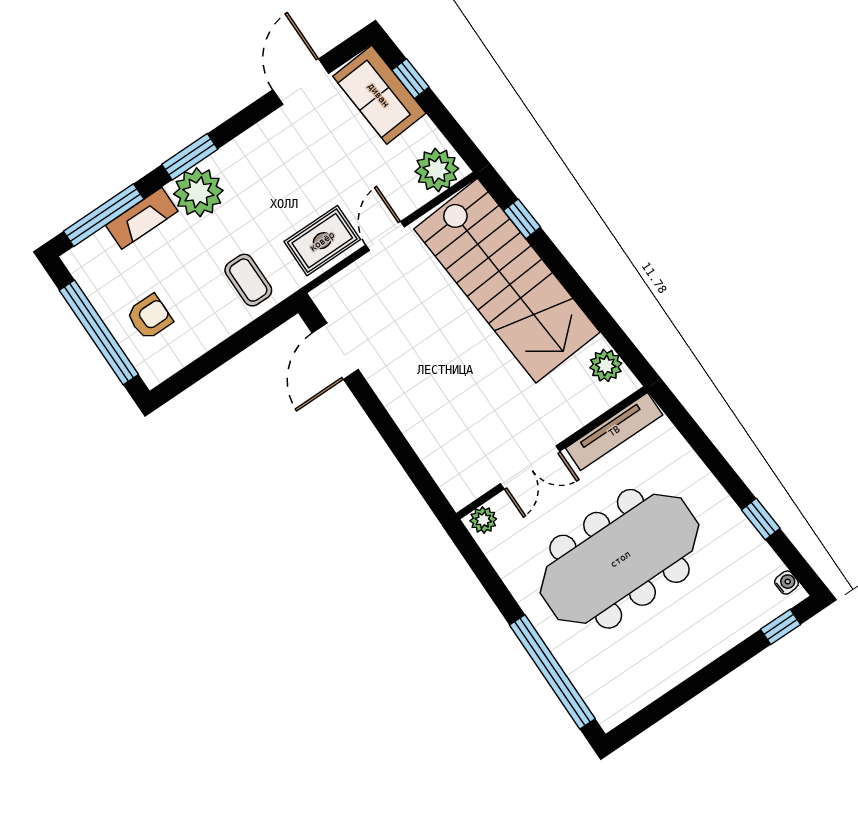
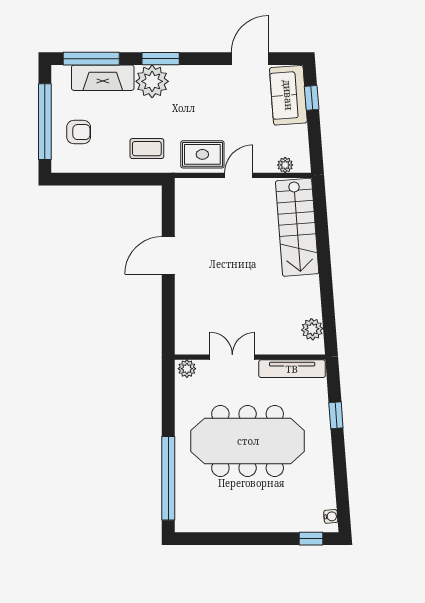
plant: (437, 170) -> (285, 165), width x0.53, depth x0.53
fireplace: (142, 218) -> (103, 78), width x1.37, depth x1.32
window: (522, 219) -> (321, 217), removed
coffee table: (248, 280) -> (147, 149), turned 90
stairs: (507, 281) -> (297, 227), width x0.73, depth x0.66
door: (335, 351) -> (168, 255), moved
double door: (530, 467) -> (232, 357), swing flipped
window: (761, 519) -> (336, 415), moved

